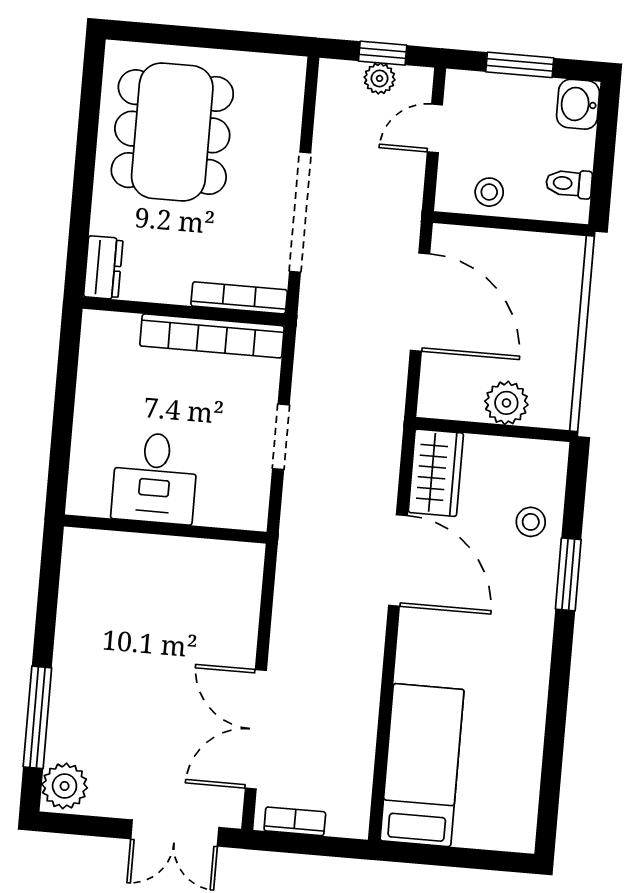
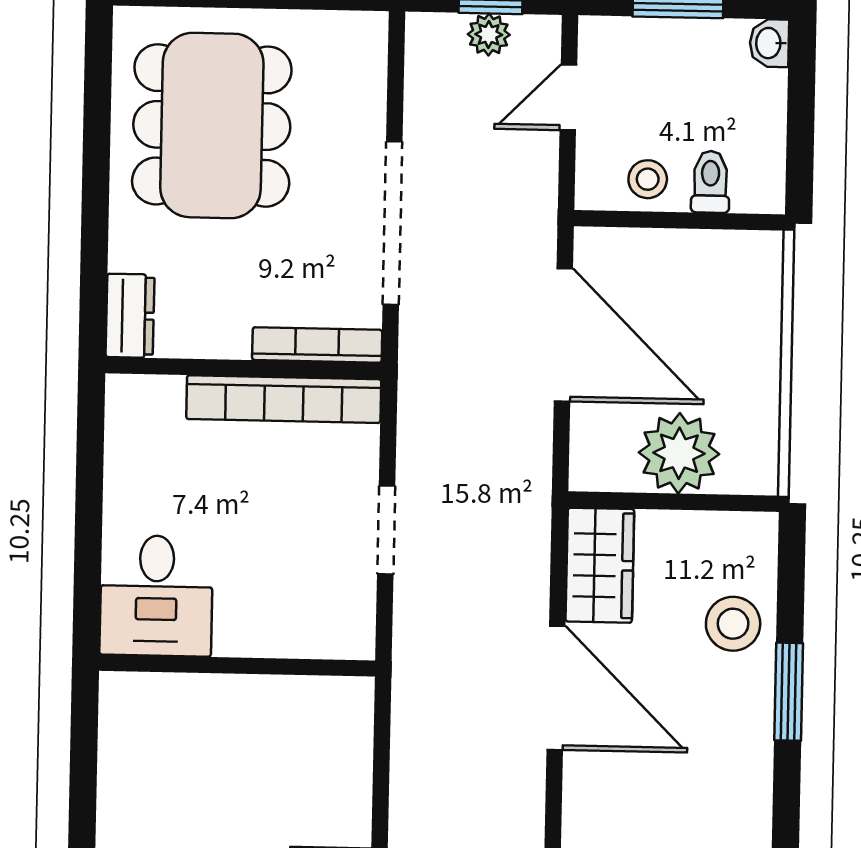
washbasin: (578, 104) -> (769, 43), width x0.72, depth x0.69
toilet: (569, 184) -> (710, 182), moved, turned 90
plant: (506, 403) -> (679, 453), width x1.36, depth x1.36
desk: (155, 478) -> (156, 596), moved
stool: (531, 522) -> (733, 624), width x1.37, depth x1.37

